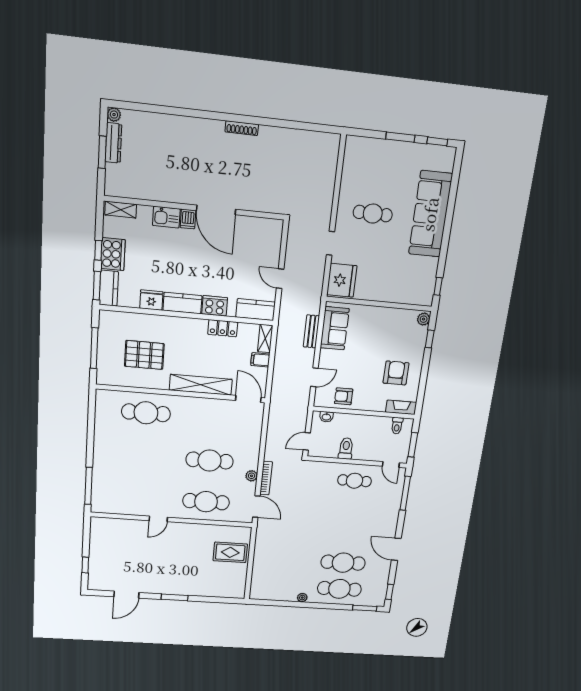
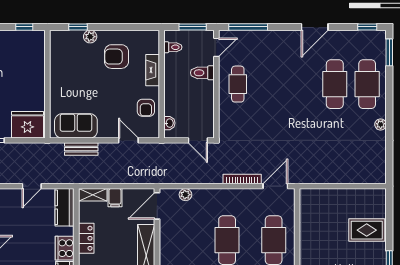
plant: (424, 319) -> (90, 37), moved
fireplace: (401, 407) -> (153, 70), moved
toilet: (346, 448) -> (202, 73), moved
plant: (252, 476) -> (185, 195), moved
rug: (230, 552) -> (367, 230), moved, turned 90

